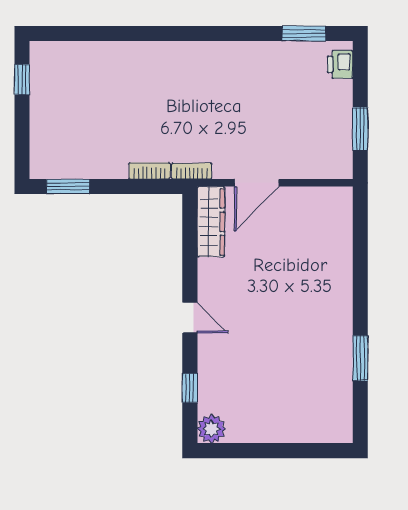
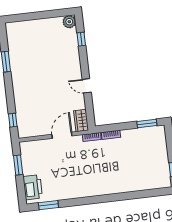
printer: (340, 64) -> (33, 187), width x1.87, depth x1.48
wardrobe: (211, 222) -> (81, 120), width x0.67
window: (360, 228) -> (13, 120), added
door: (190, 318) -> (87, 86), moved

